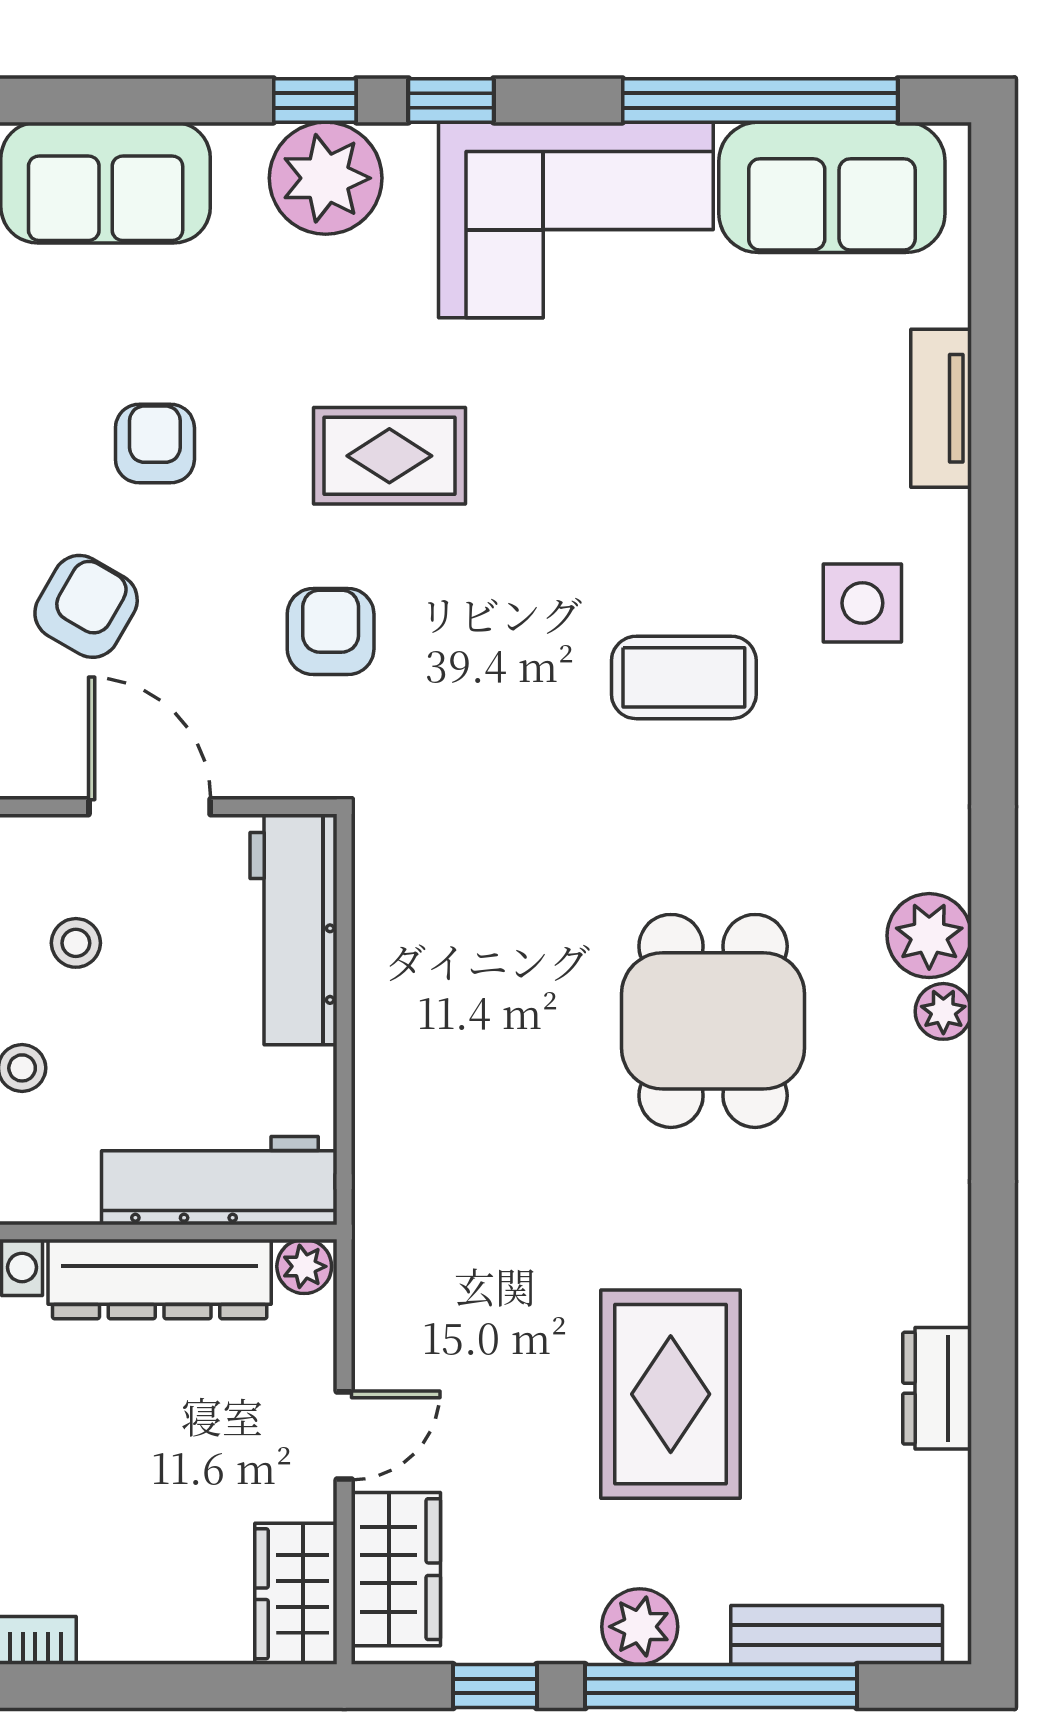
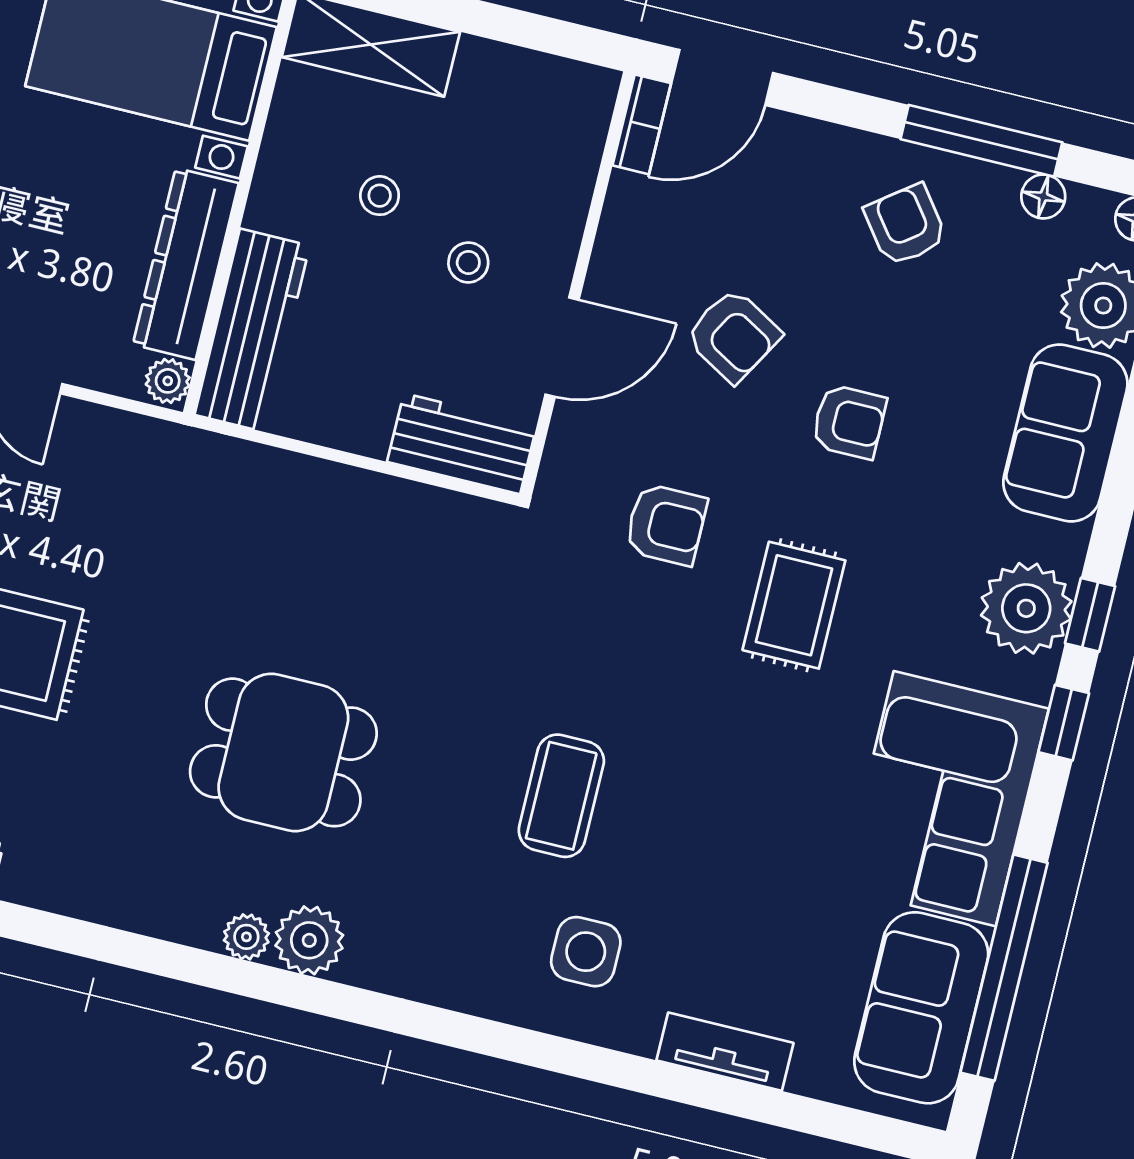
workbench: (294, 929) -> (462, 444), width x0.73

